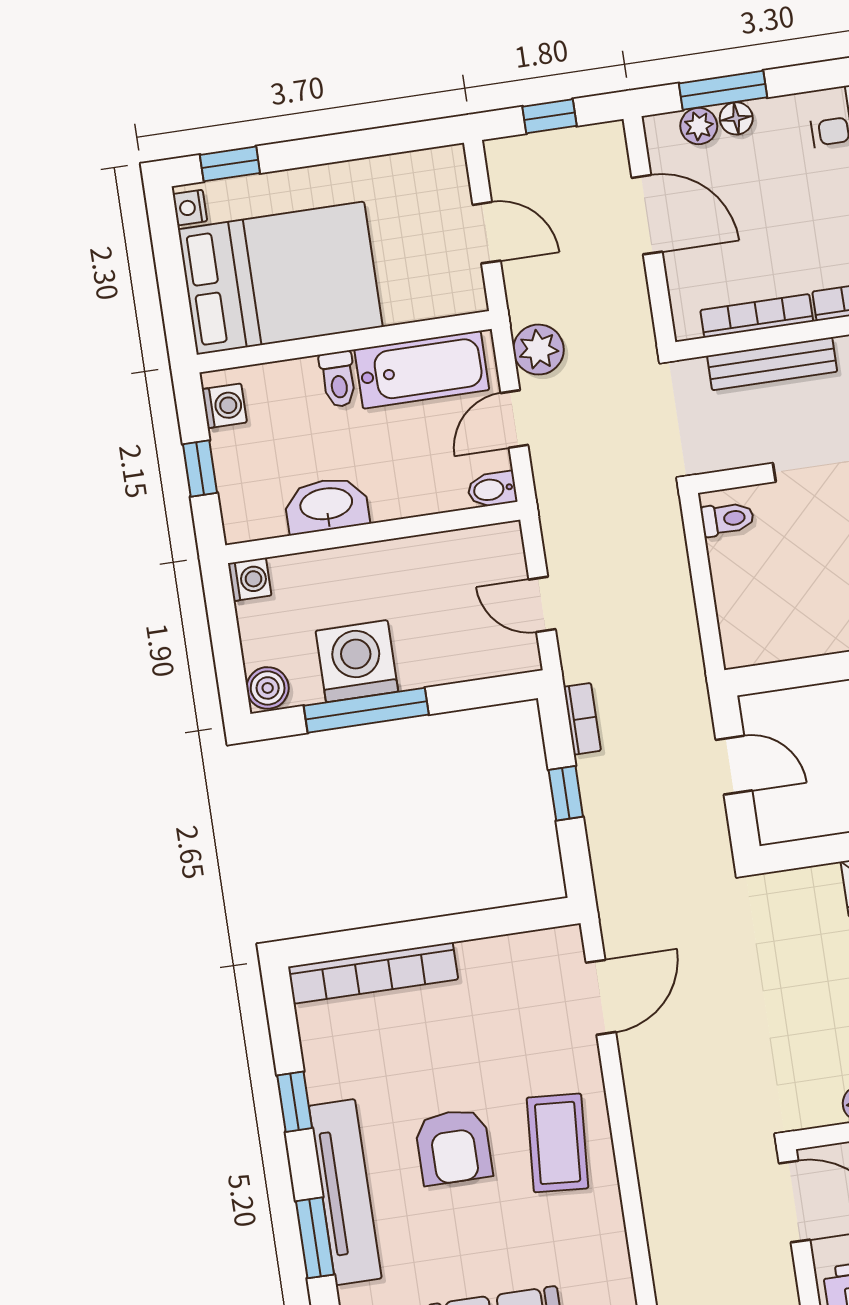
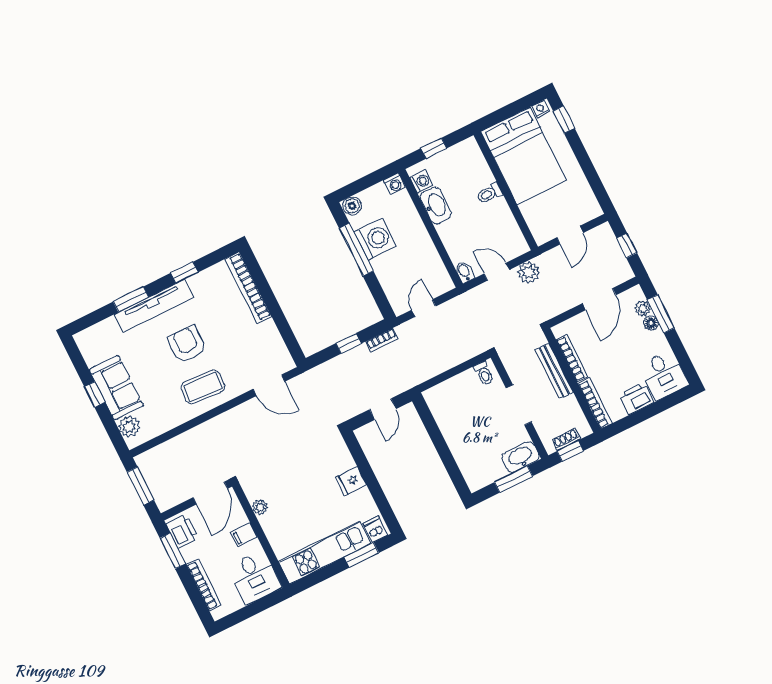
bathtub: (422, 370) -> (505, 227), removed
washing machine: (224, 406) -> (421, 182), moved, turned -90
armchair: (454, 1147) -> (187, 344), turned 90

